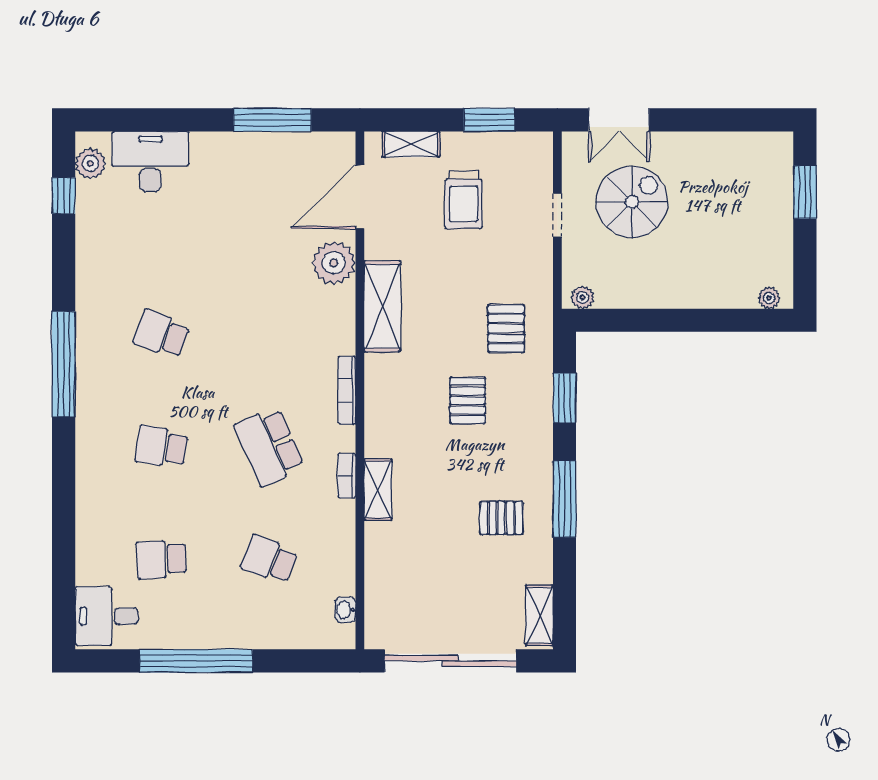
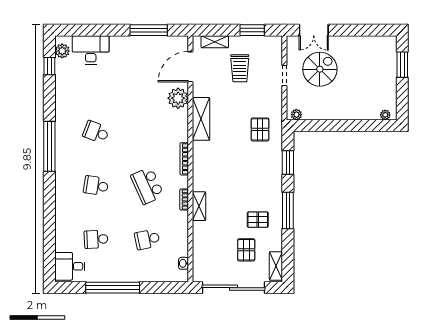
pallet: (468, 400) -> (246, 250), moved
school desk: (269, 559) -> (147, 239), turned -33

